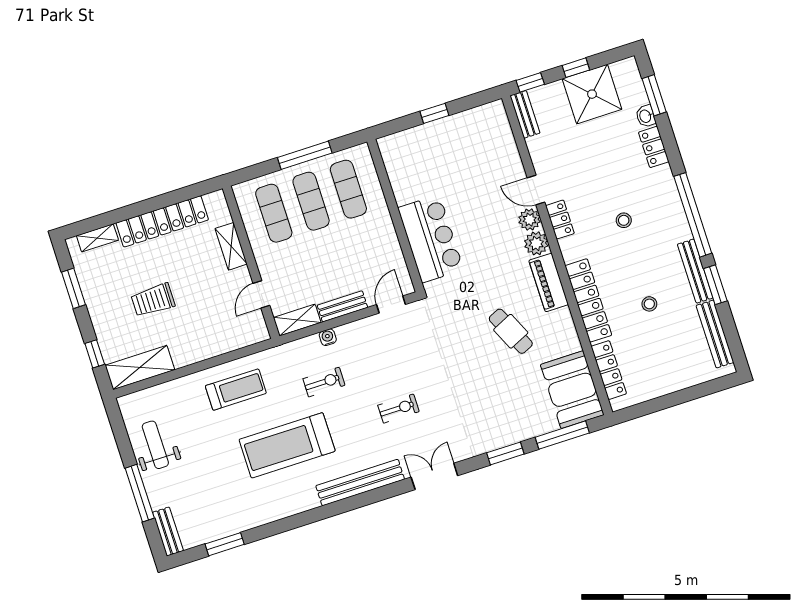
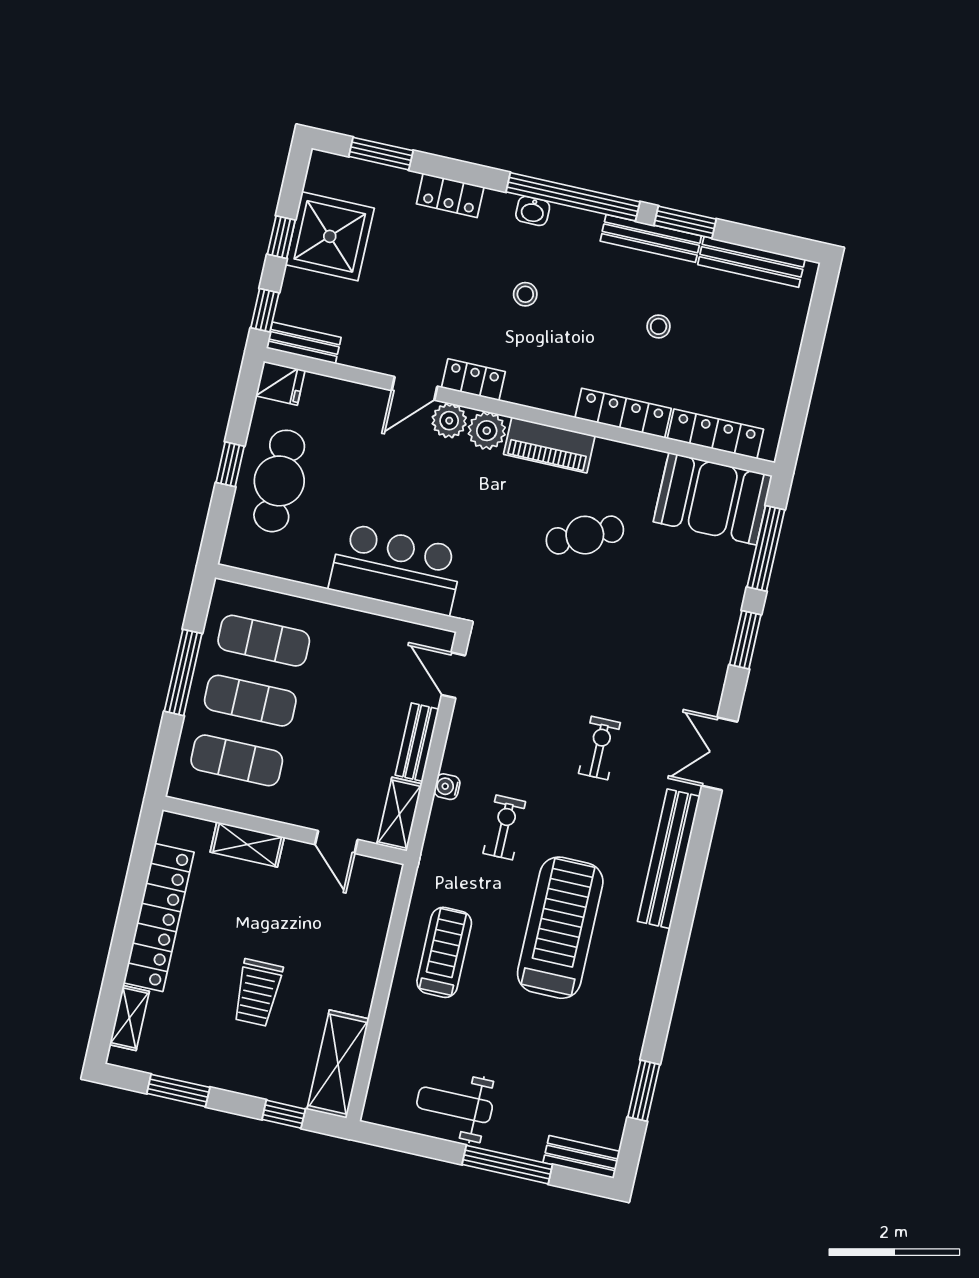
fridge: (495, 115) -> (280, 383), added
washbasin: (646, 116) -> (533, 211), moved
cafe table: (441, 146) -> (279, 481), added
locker: (588, 300) -> (623, 413), width x0.71, depth x0.83
treadmill: (287, 445) -> (560, 928), turned 180

